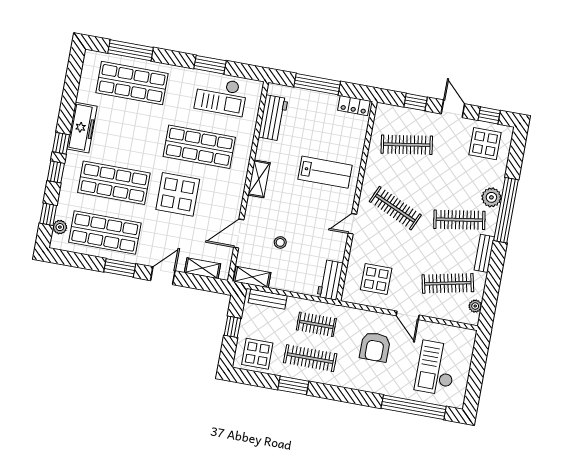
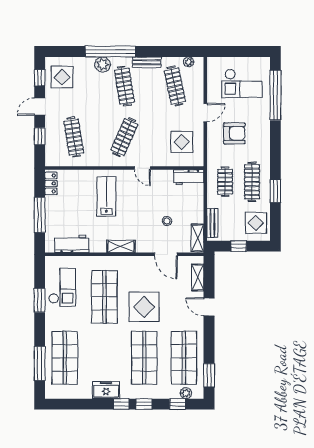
freezer: (82, 128) -> (106, 390), width x0.71
window: (120, 268) -> (209, 375), moved

